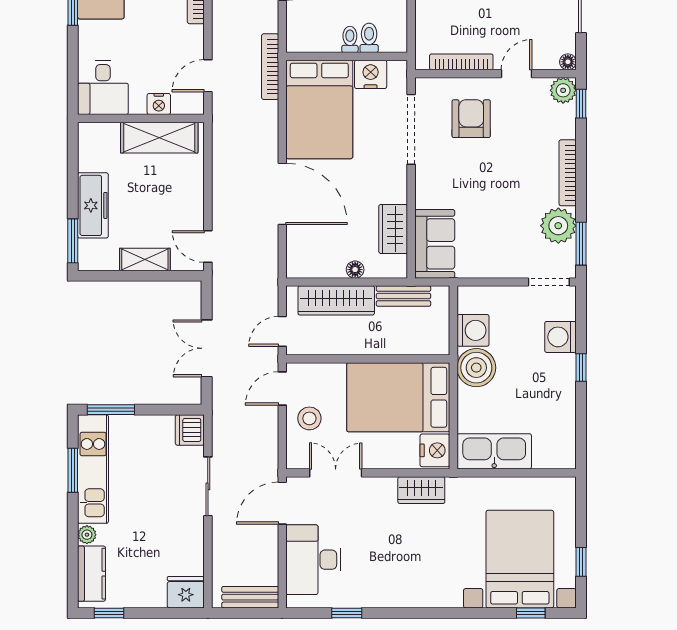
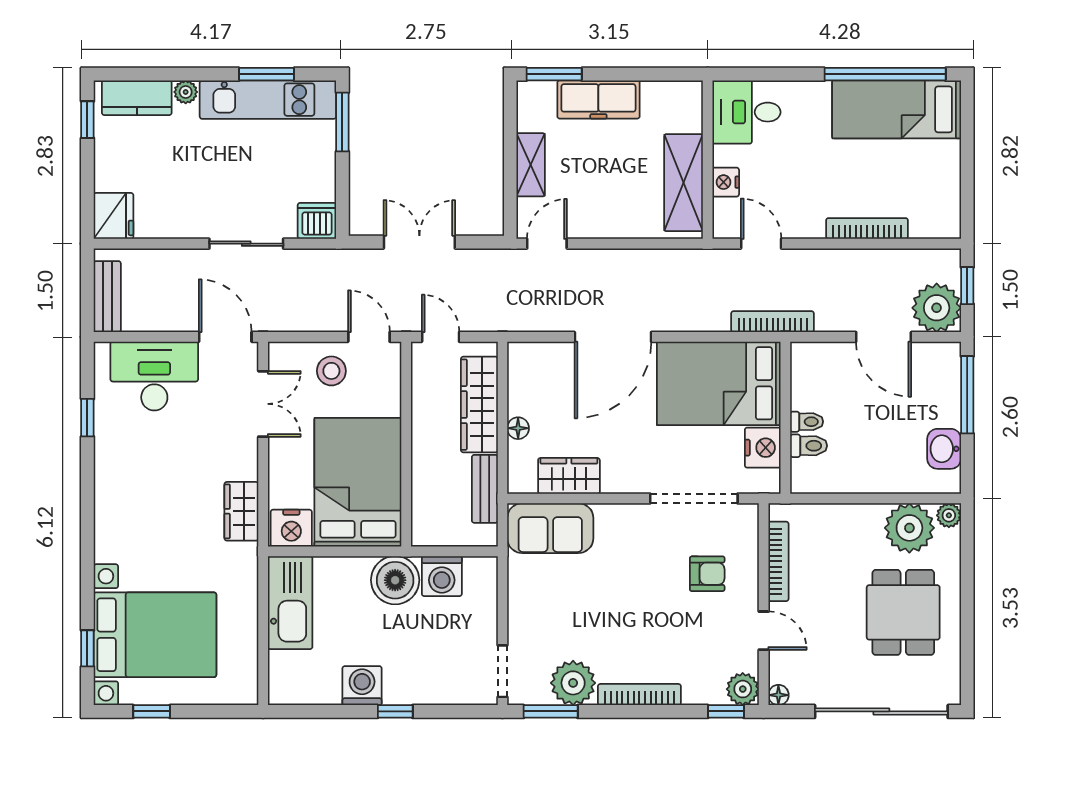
armchair: (471, 119) -> (707, 574), width x0.72, depth x0.72
washing machine: (560, 337) -> (362, 686), moved

